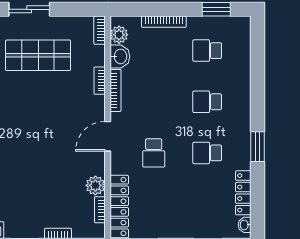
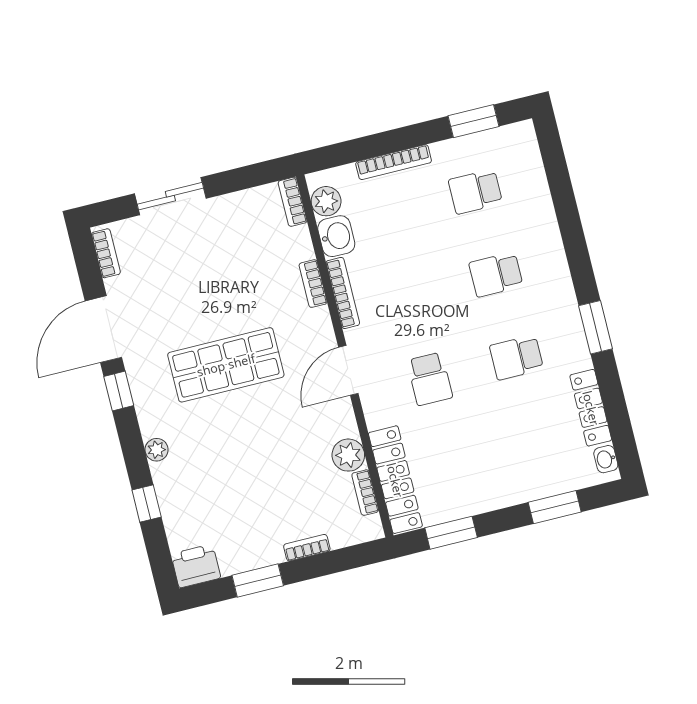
shop shelf: (38, 55) -> (226, 365), moved

